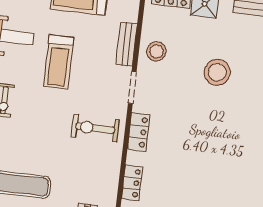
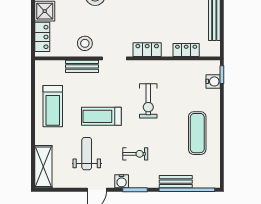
treadmill: (59, 62) -> (101, 116), turned 180
exercise bike: (95, 128) -> (148, 101), moved

